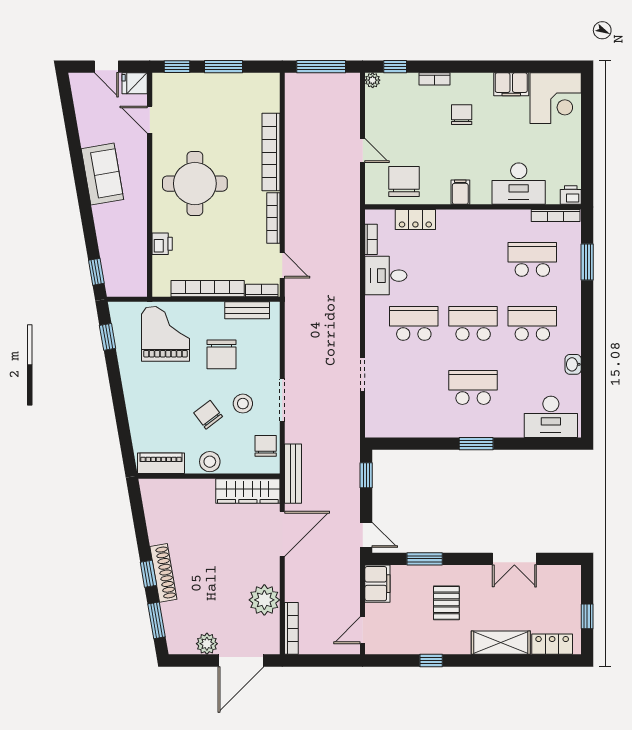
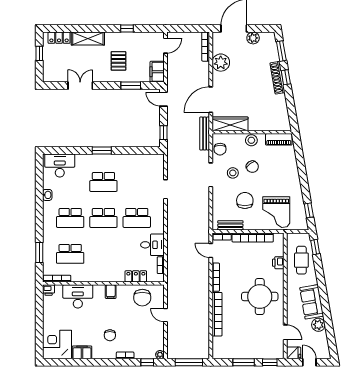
plant: (91, 133) -> (318, 325), added
cafe table: (121, 248) -> (301, 260), added

